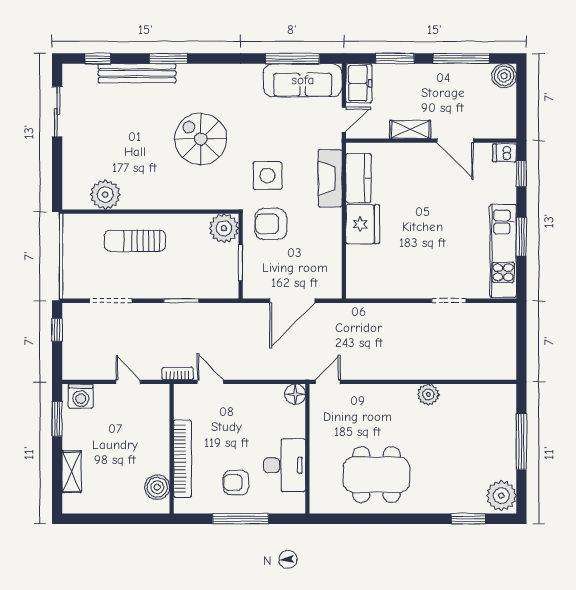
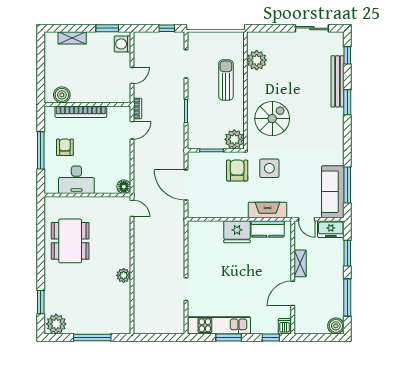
spiral stairs: (201, 139) -> (272, 119), moved

